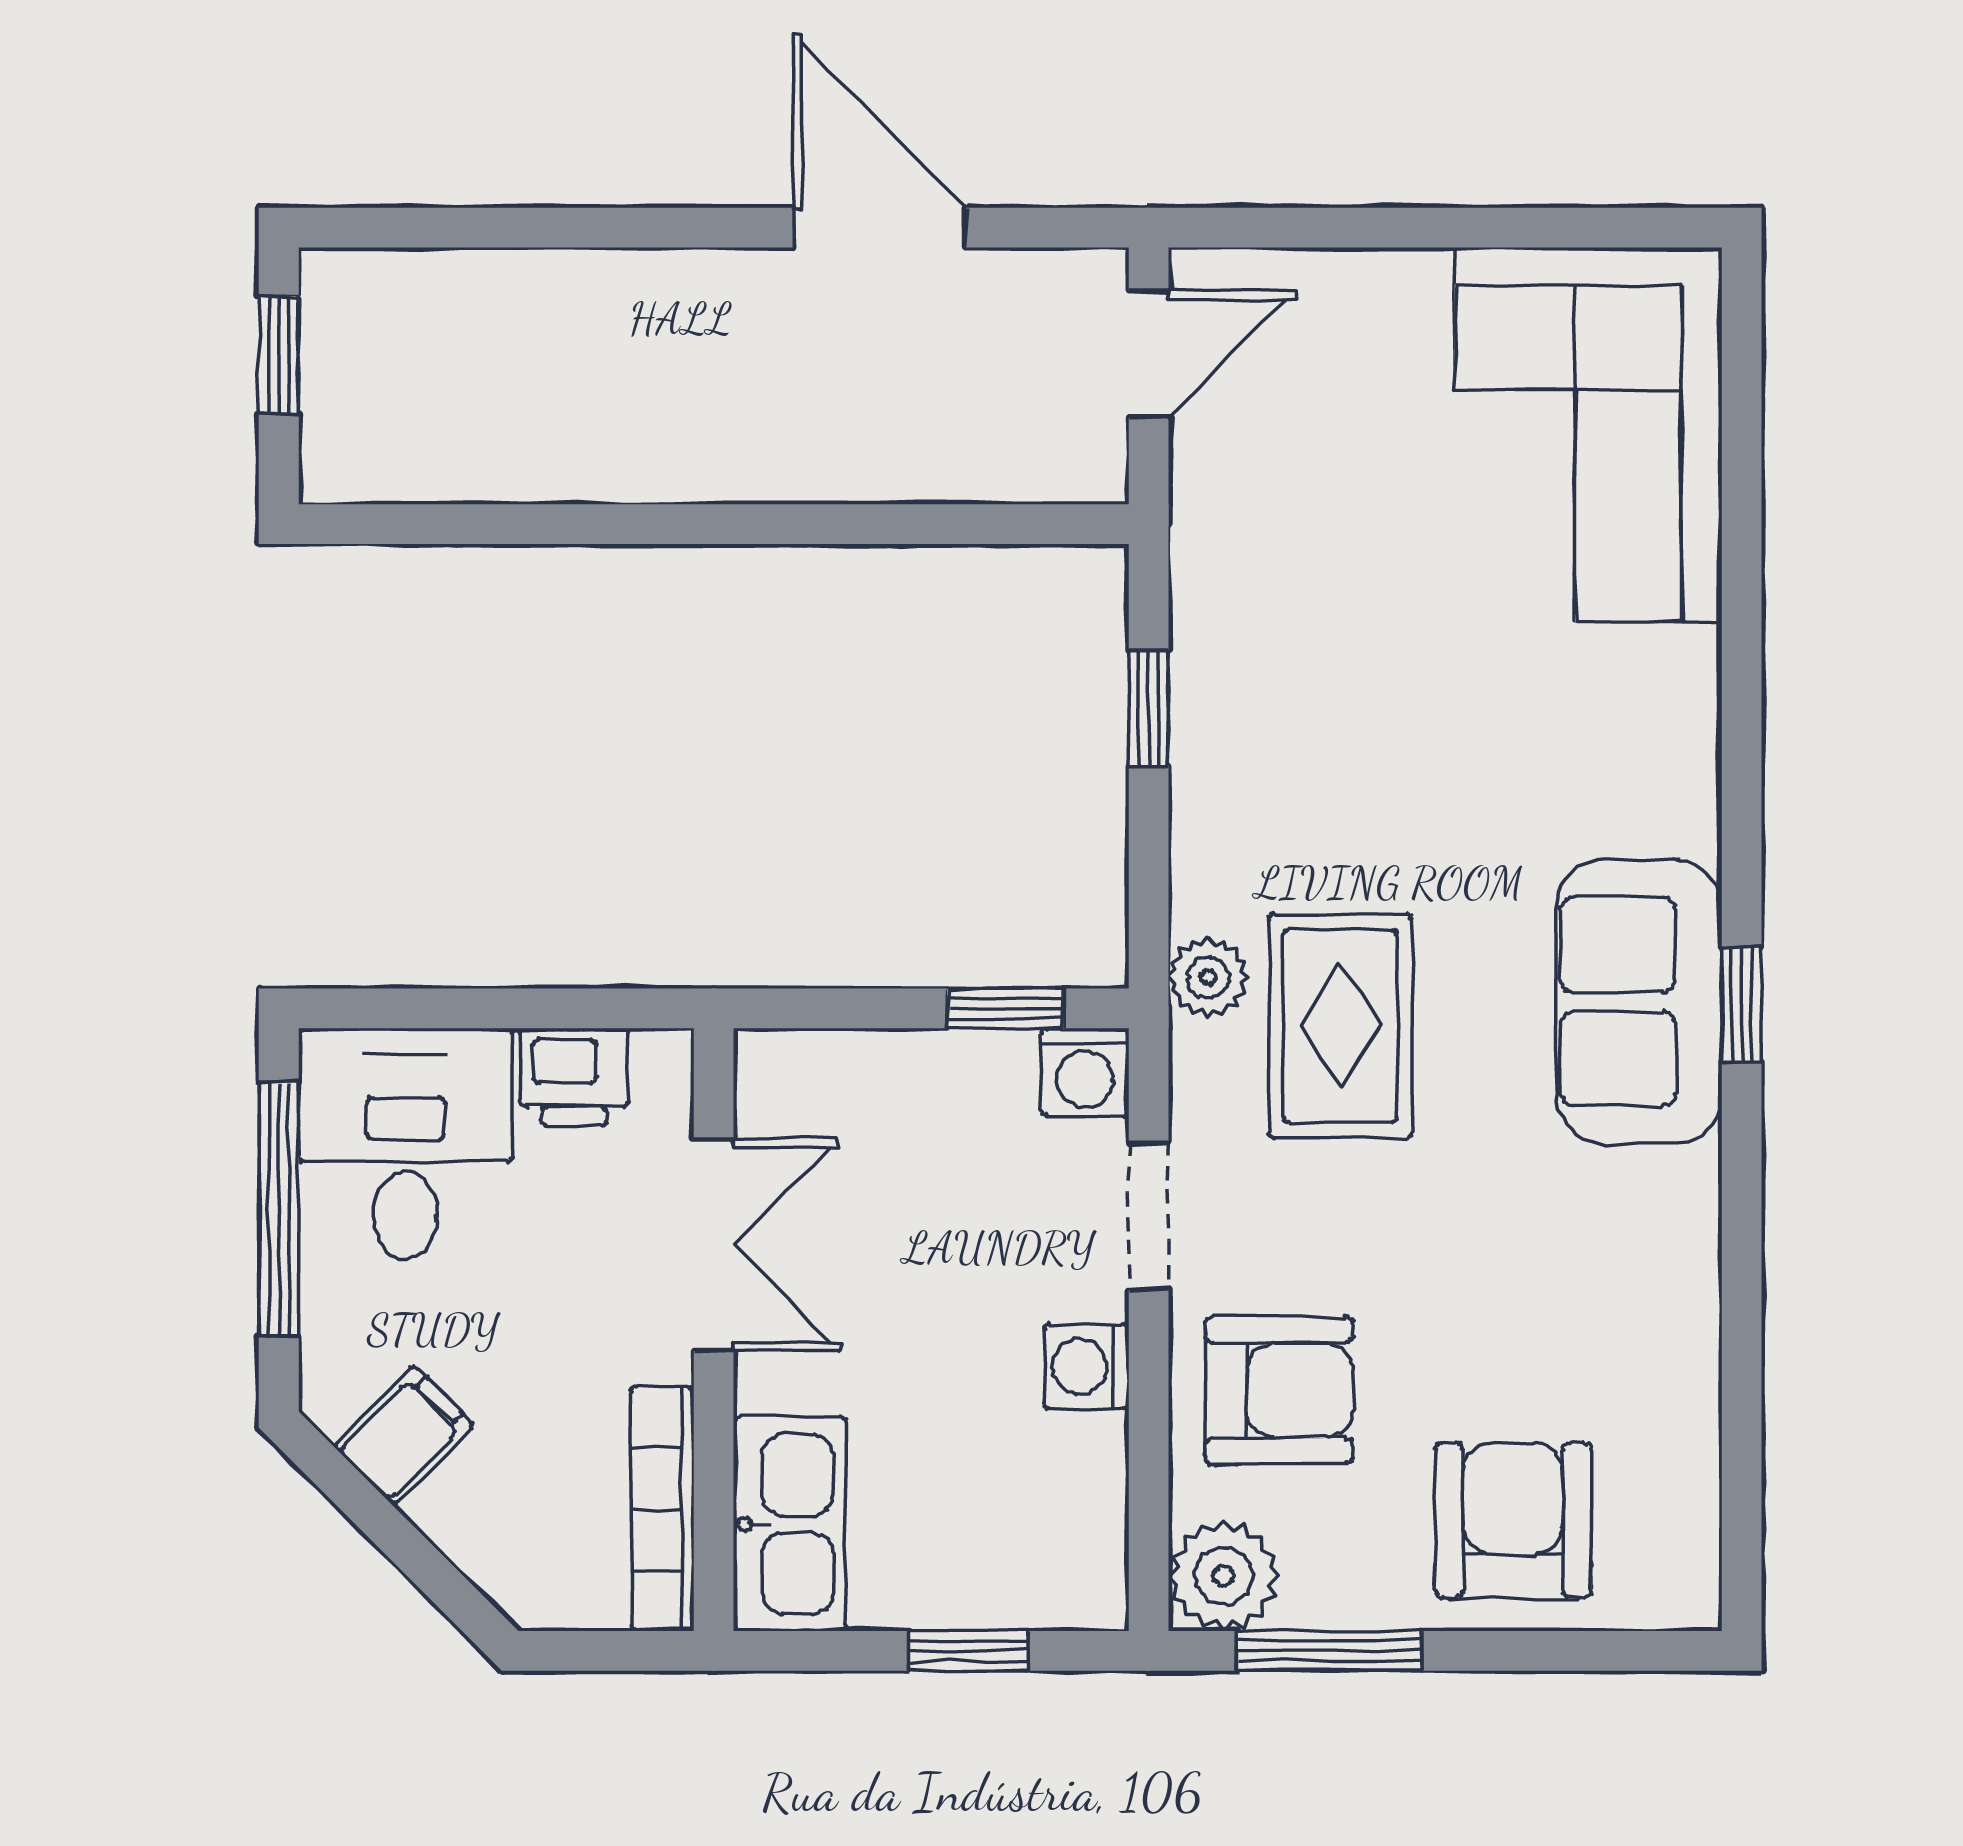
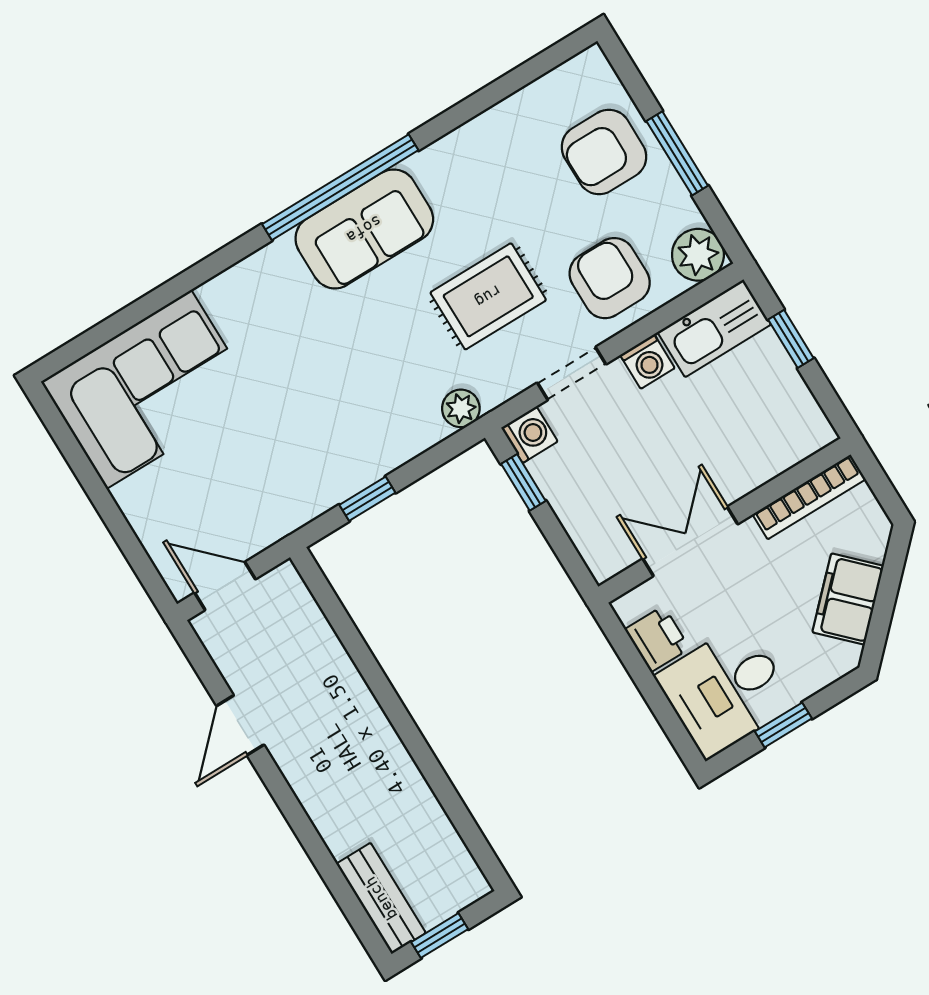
door: (880, 228) -> (240, 725), width x0.73
bench: (411, 290) -> (381, 898), added
window: (1742, 1004) -> (340, 187), width x3.17
rug: (1340, 1026) -> (488, 296), moved
window: (279, 1210) -> (783, 725), width x0.46
filing cabinet: (404, 1436) -> (848, 599), width x2.00
kitchen sink: (790, 1524) -> (714, 328), moved, turned 180
window: (1329, 1651) -> (677, 153), moved

